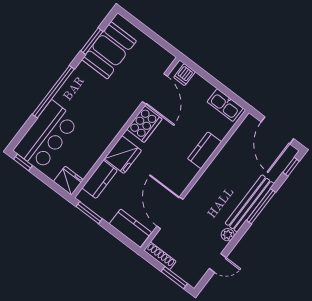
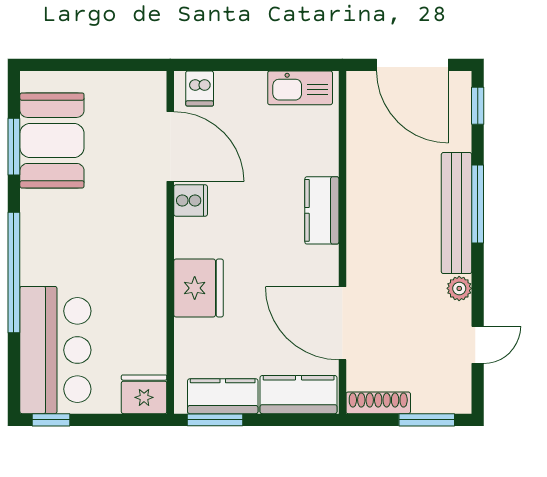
cooker: (144, 124) -> (191, 200), width x0.53, depth x0.76
kitchen counter: (205, 150) -> (322, 210), moved
kitchen counter: (100, 179) -> (223, 396), moved, turned -90

